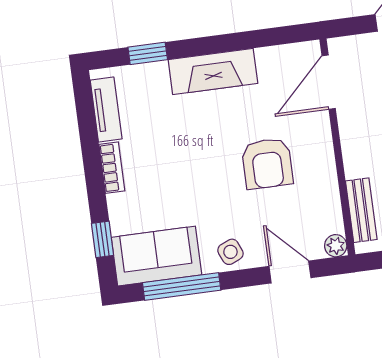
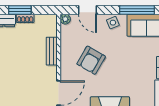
armchair: (267, 163) -> (91, 60), turned -150
bench: (361, 210) -> (52, 51), moved

